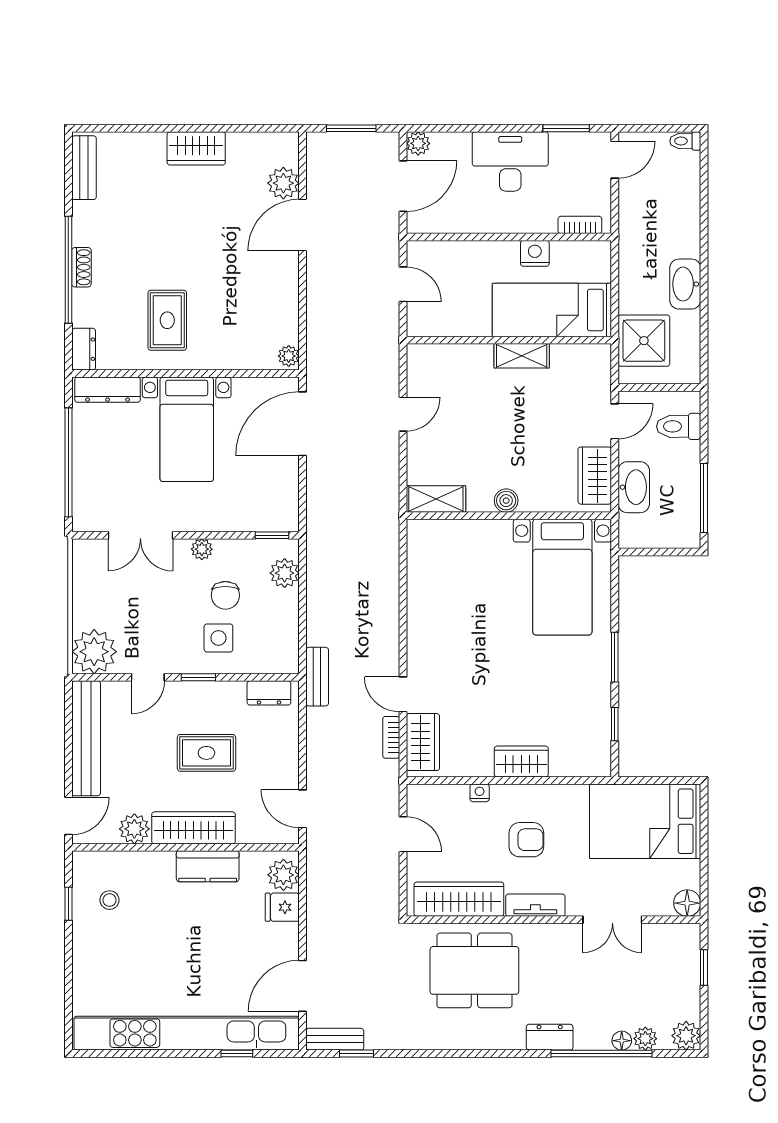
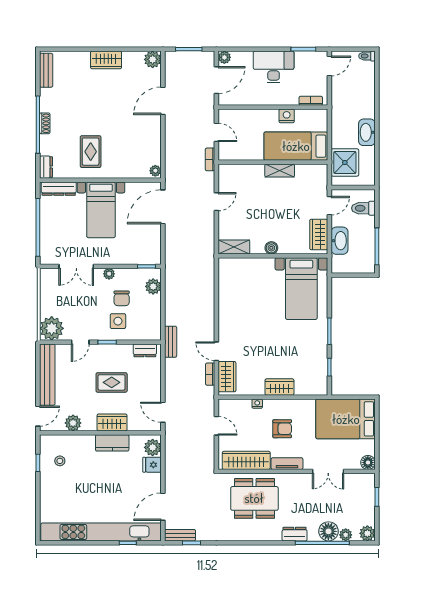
plant: (283, 183) -> (153, 59), moved
bookcase: (391, 335) -> (210, 159), added
wardrobe: (194, 828) -> (112, 422), width x0.67
floor lamp: (622, 1041) -> (328, 531), width x1.89, depth x1.89

